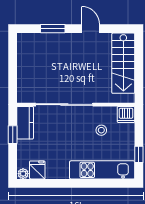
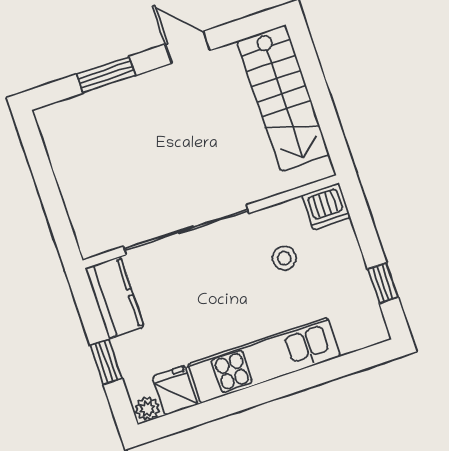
window: (13, 135) -> (106, 362), moved
kitchen unit: (102, 170) -> (264, 360), moved

